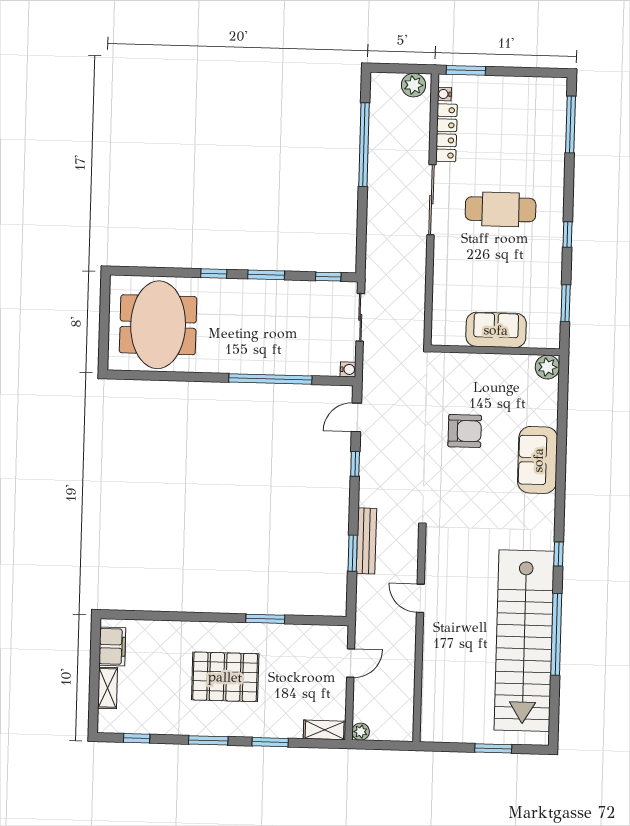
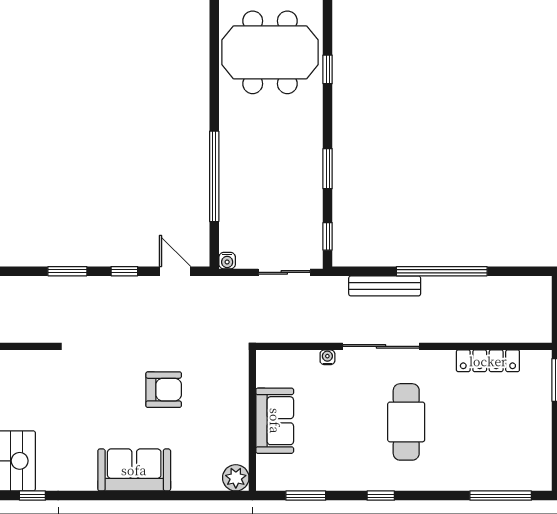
plant: (414, 85) -> (539, 323), removed
water cooler: (444, 94) -> (327, 357), moved
window: (364, 145) -> (442, 271), moved
sliding door: (431, 200) -> (381, 346), moved
window: (214, 273) -> (328, 69), moved
armchair: (465, 431) -> (164, 390), turned -90
bench: (366, 541) -> (385, 286), moved
window: (353, 553) -> (67, 271), moved

